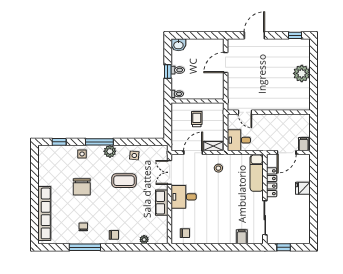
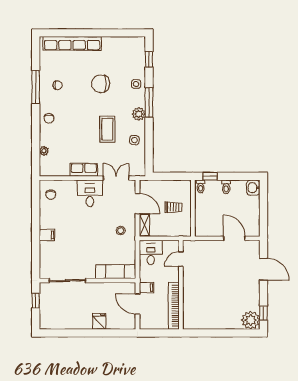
window: (168, 72) -> (210, 176), moved
plant: (302, 73) -> (251, 320), moved
bookcase: (288, 119) -> (174, 306), added
filing cabinet: (304, 144) -> (146, 288), moved
locker: (272, 182) -> (106, 288), removed
filing cabinet: (242, 237) -> (47, 235), moved

